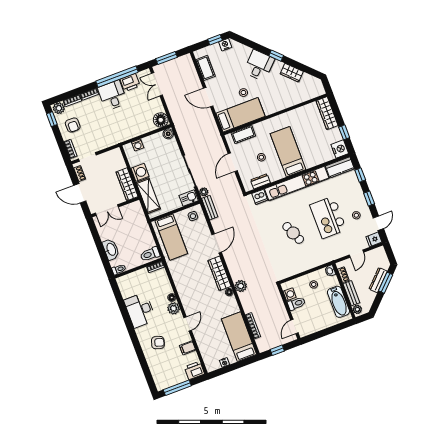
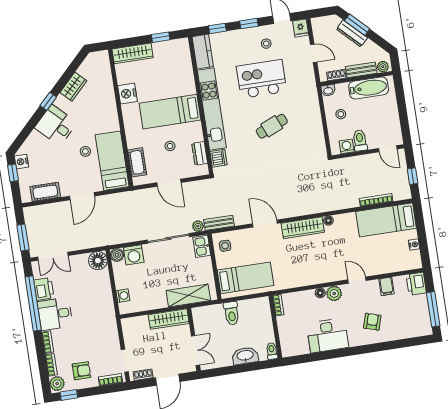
nightstand: (340, 149) -> (127, 94), moved, turned -90
washing machine: (140, 172) -> (134, 255), moved, turned 180
kitchen island: (328, 217) -> (262, 79), turned 180
toilet: (150, 254) -> (232, 313), moved
plant: (241, 286) -> (324, 205), removed

